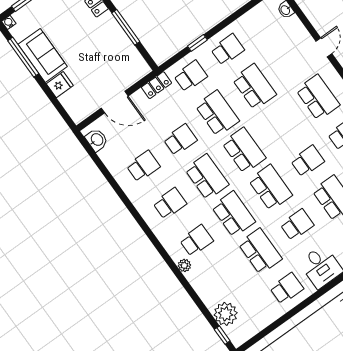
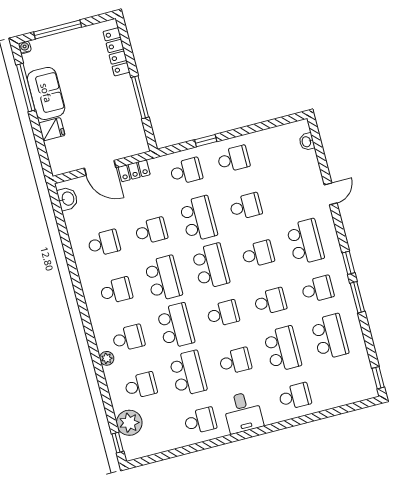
locker: (156, 85) -> (134, 171), moved
school desk: (254, 87) -> (246, 206), width x0.54
school desk: (281, 124) -> (258, 254), added
school desk: (270, 188) -> (223, 314), width x0.54
school desk: (223, 278) -> (141, 386), added

